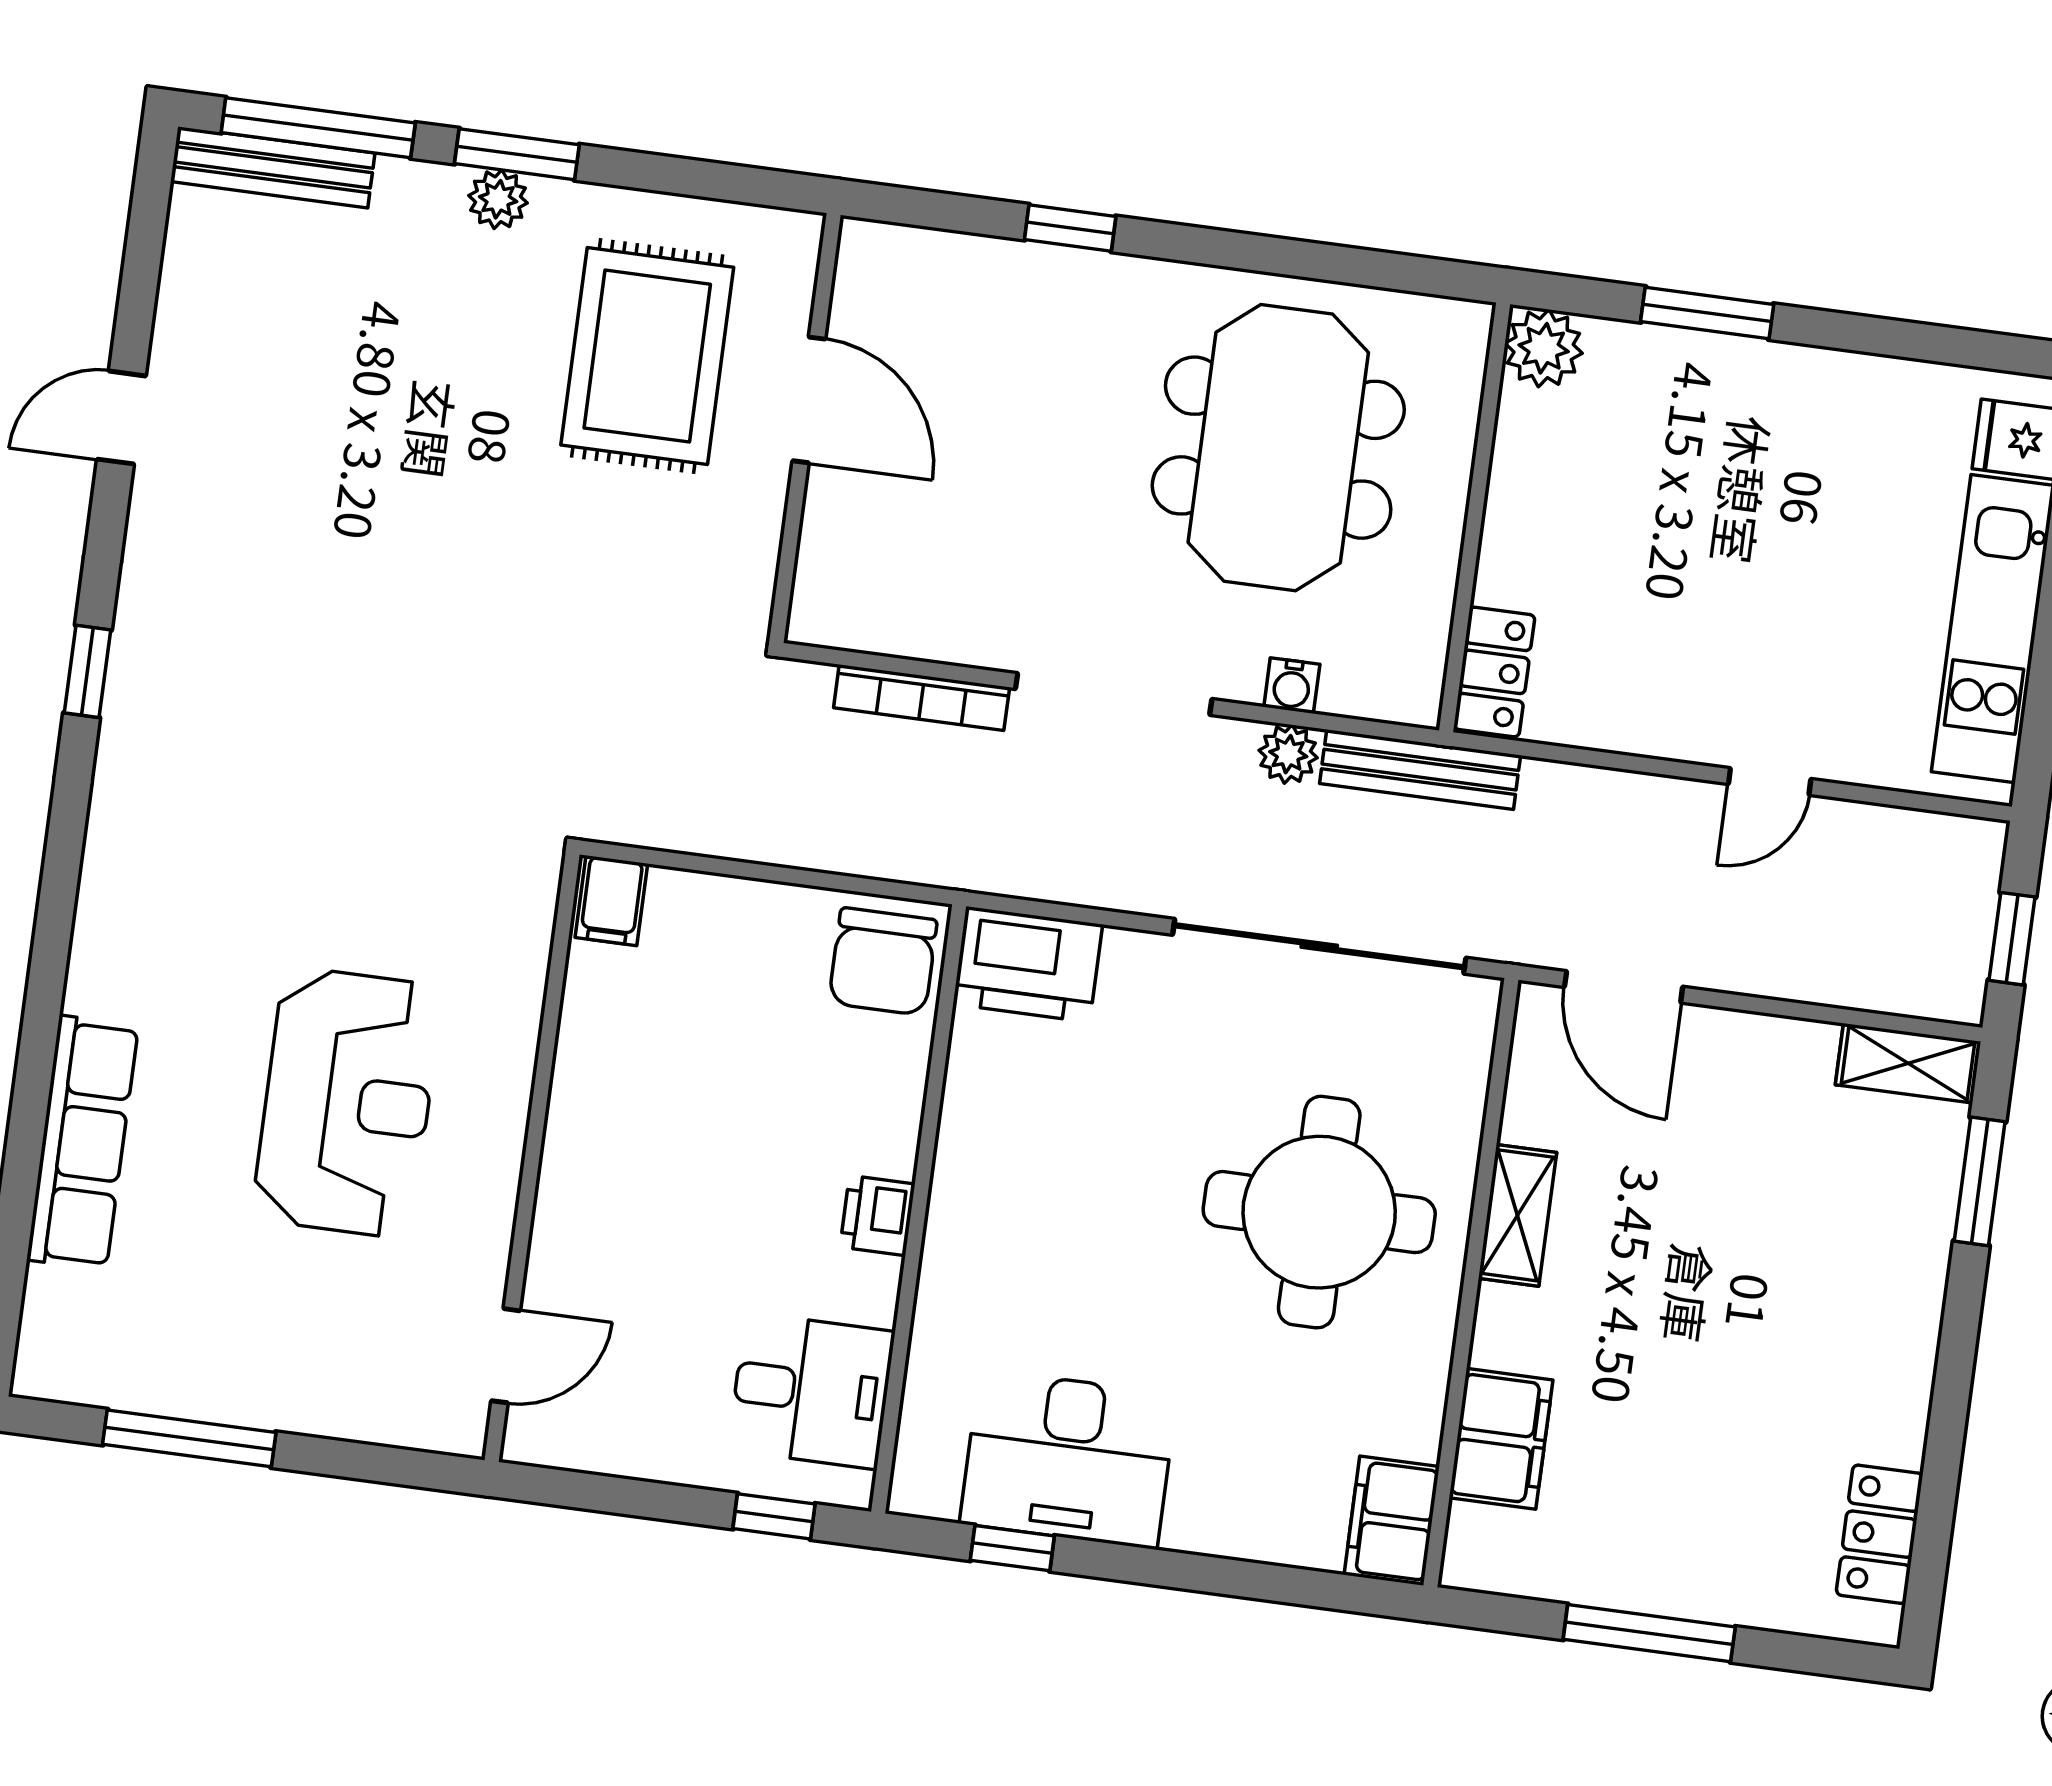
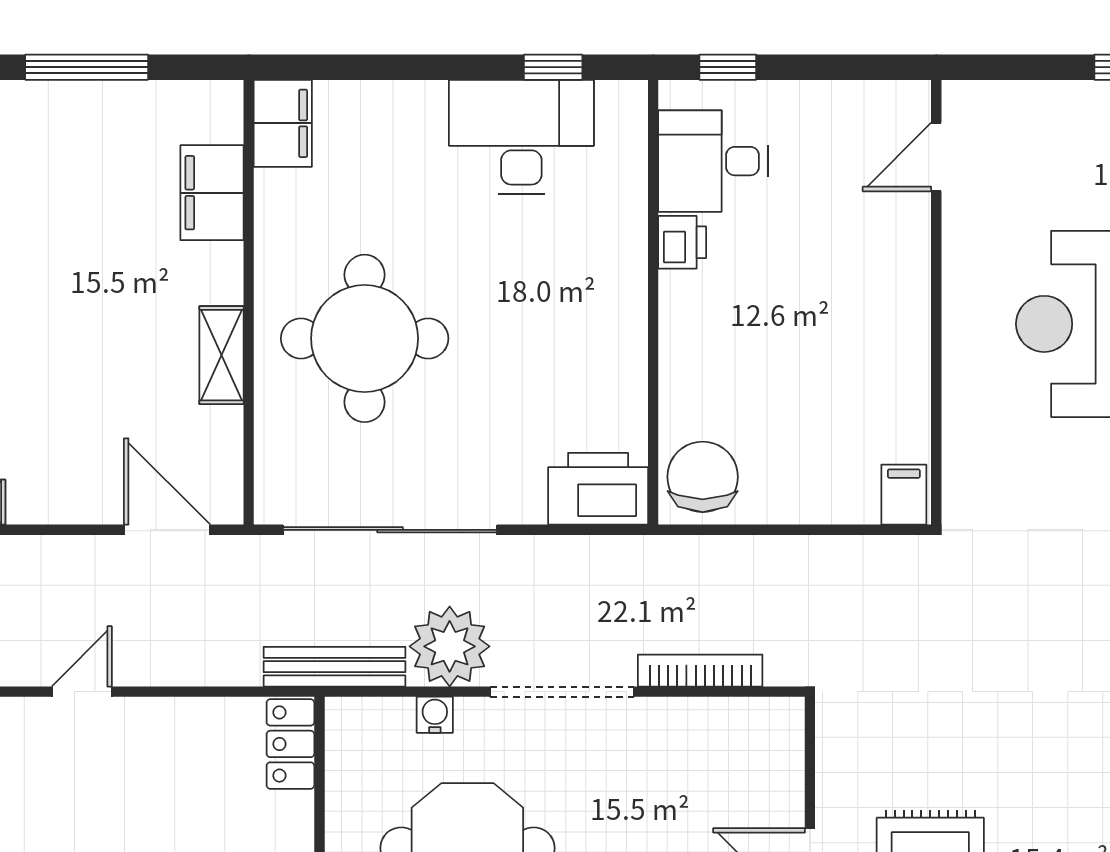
plant: (1288, 754) -> (450, 646), width x1.88, depth x1.88
printer: (877, 1215) -> (682, 242), moved

